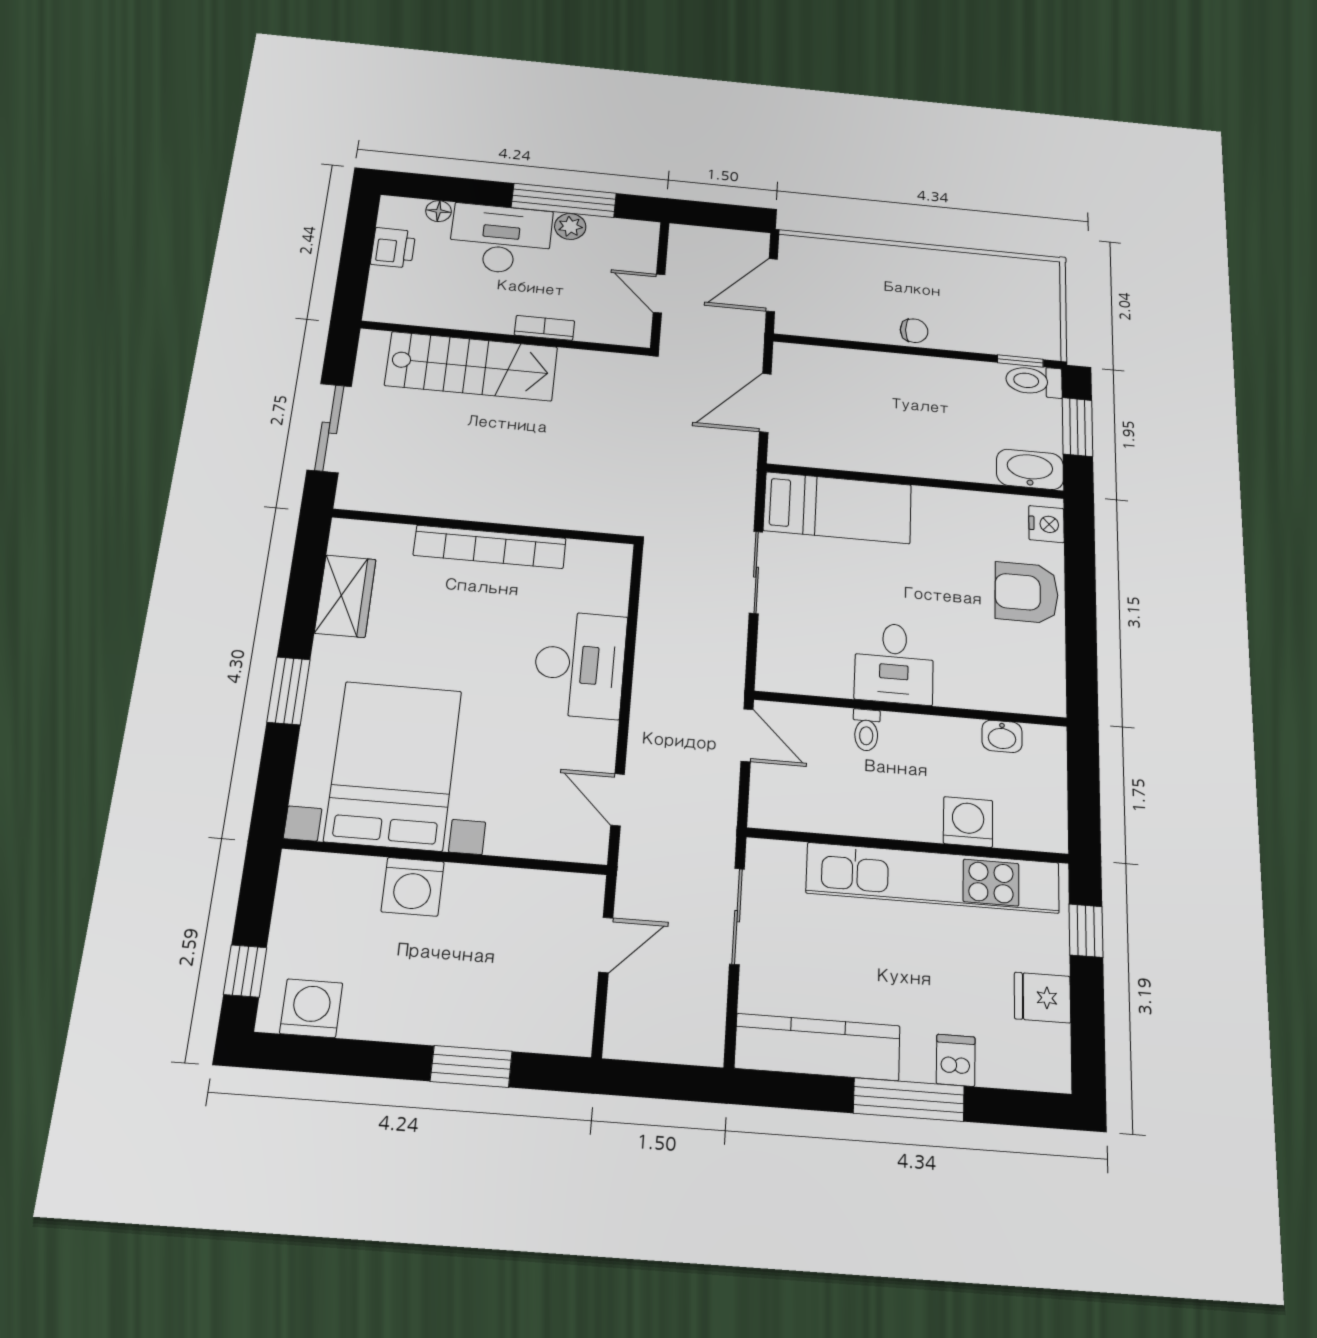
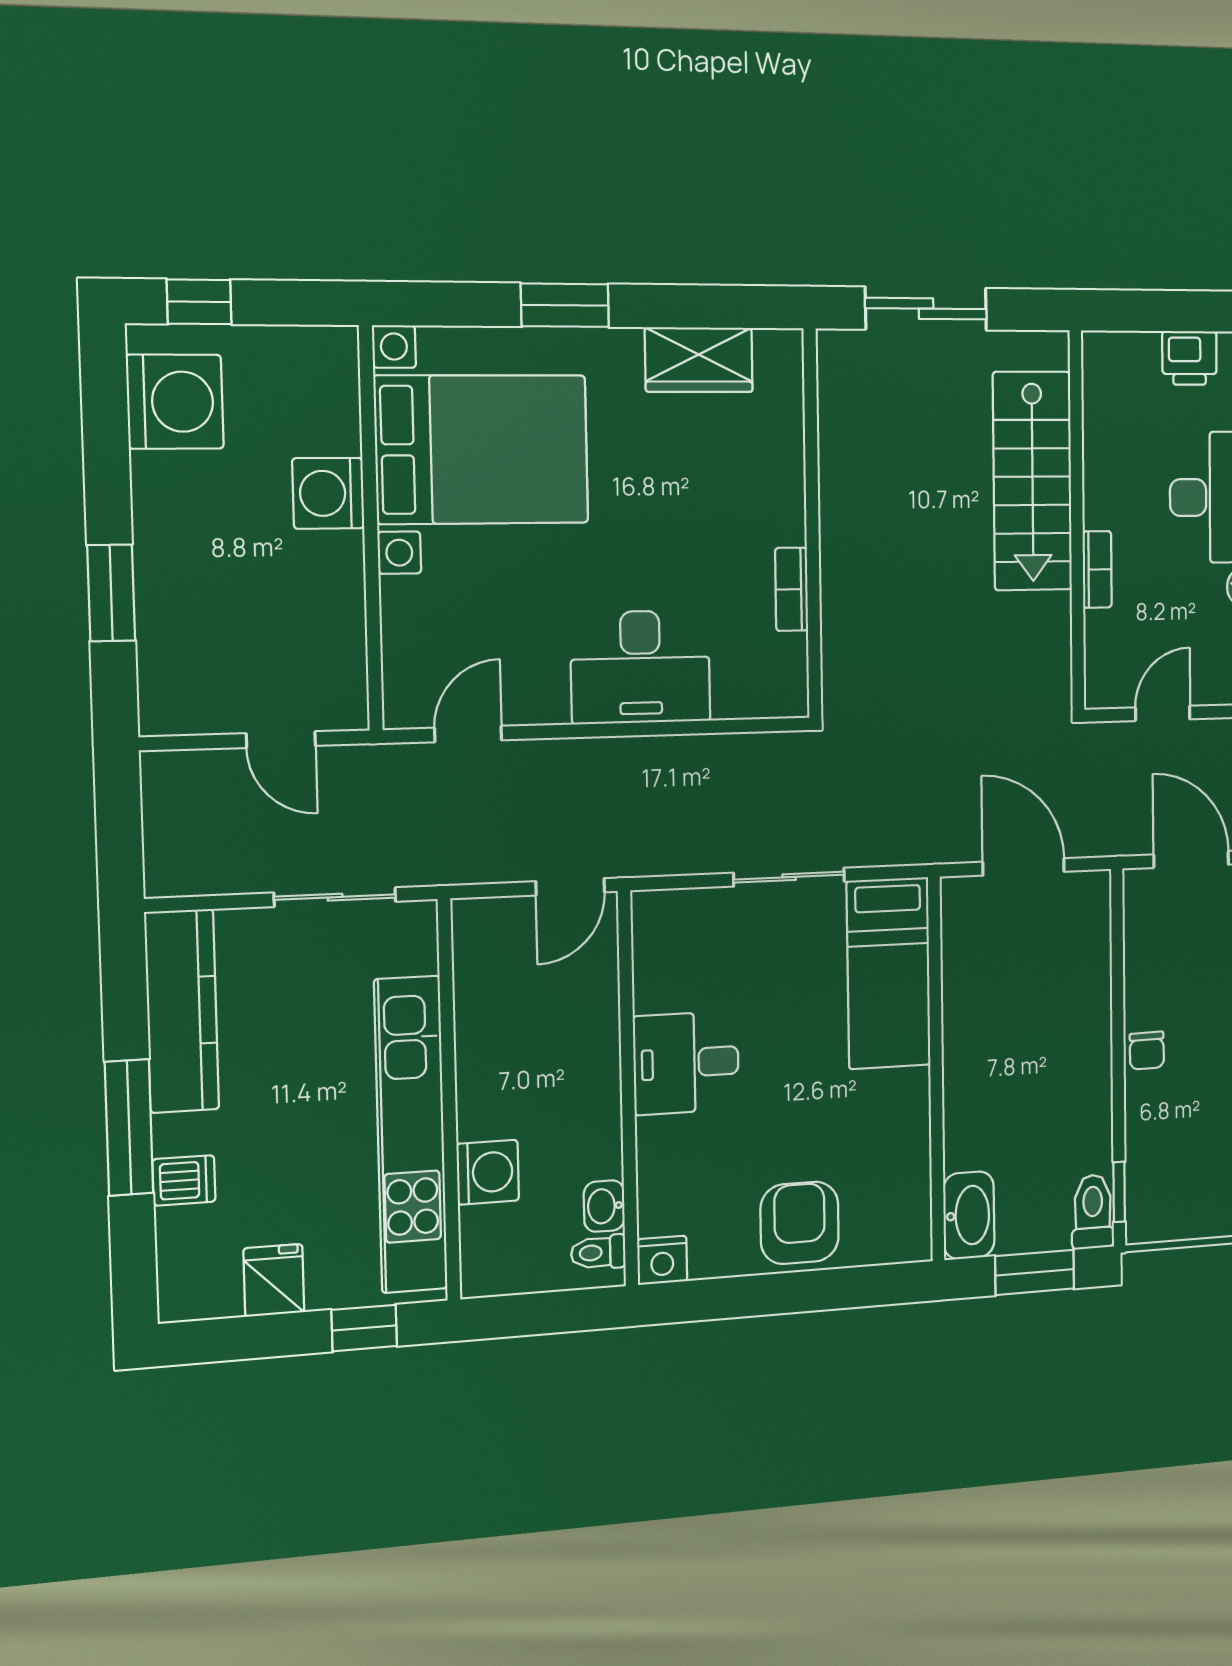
nightstand: (1046, 524) -> (662, 1260), moved
bookcase: (490, 547) -> (792, 589), width x0.43, depth x0.76
toilet: (866, 730) -> (598, 1252), moved
washing machine: (311, 1008) -> (175, 402), width x1.37, depth x1.37

